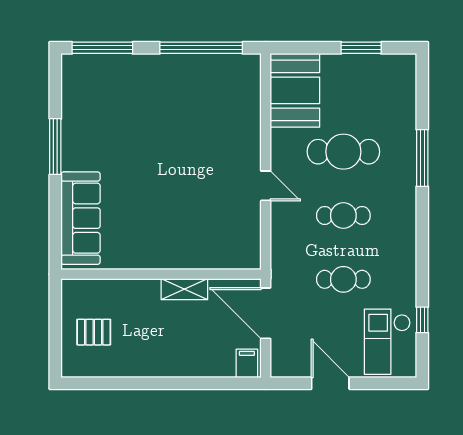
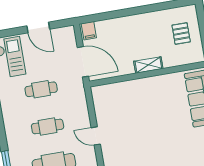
shelving: (184, 289) -> (148, 65), moved
pallet: (94, 332) -> (181, 34), turned 90

